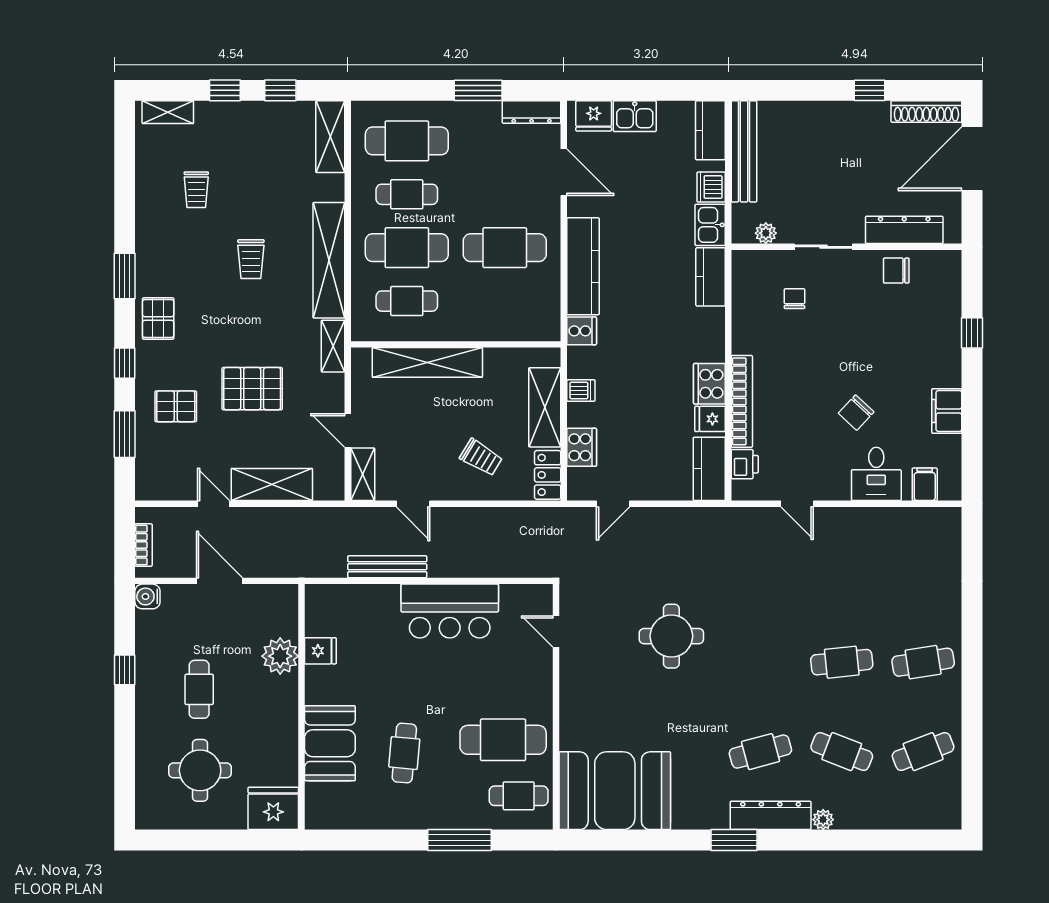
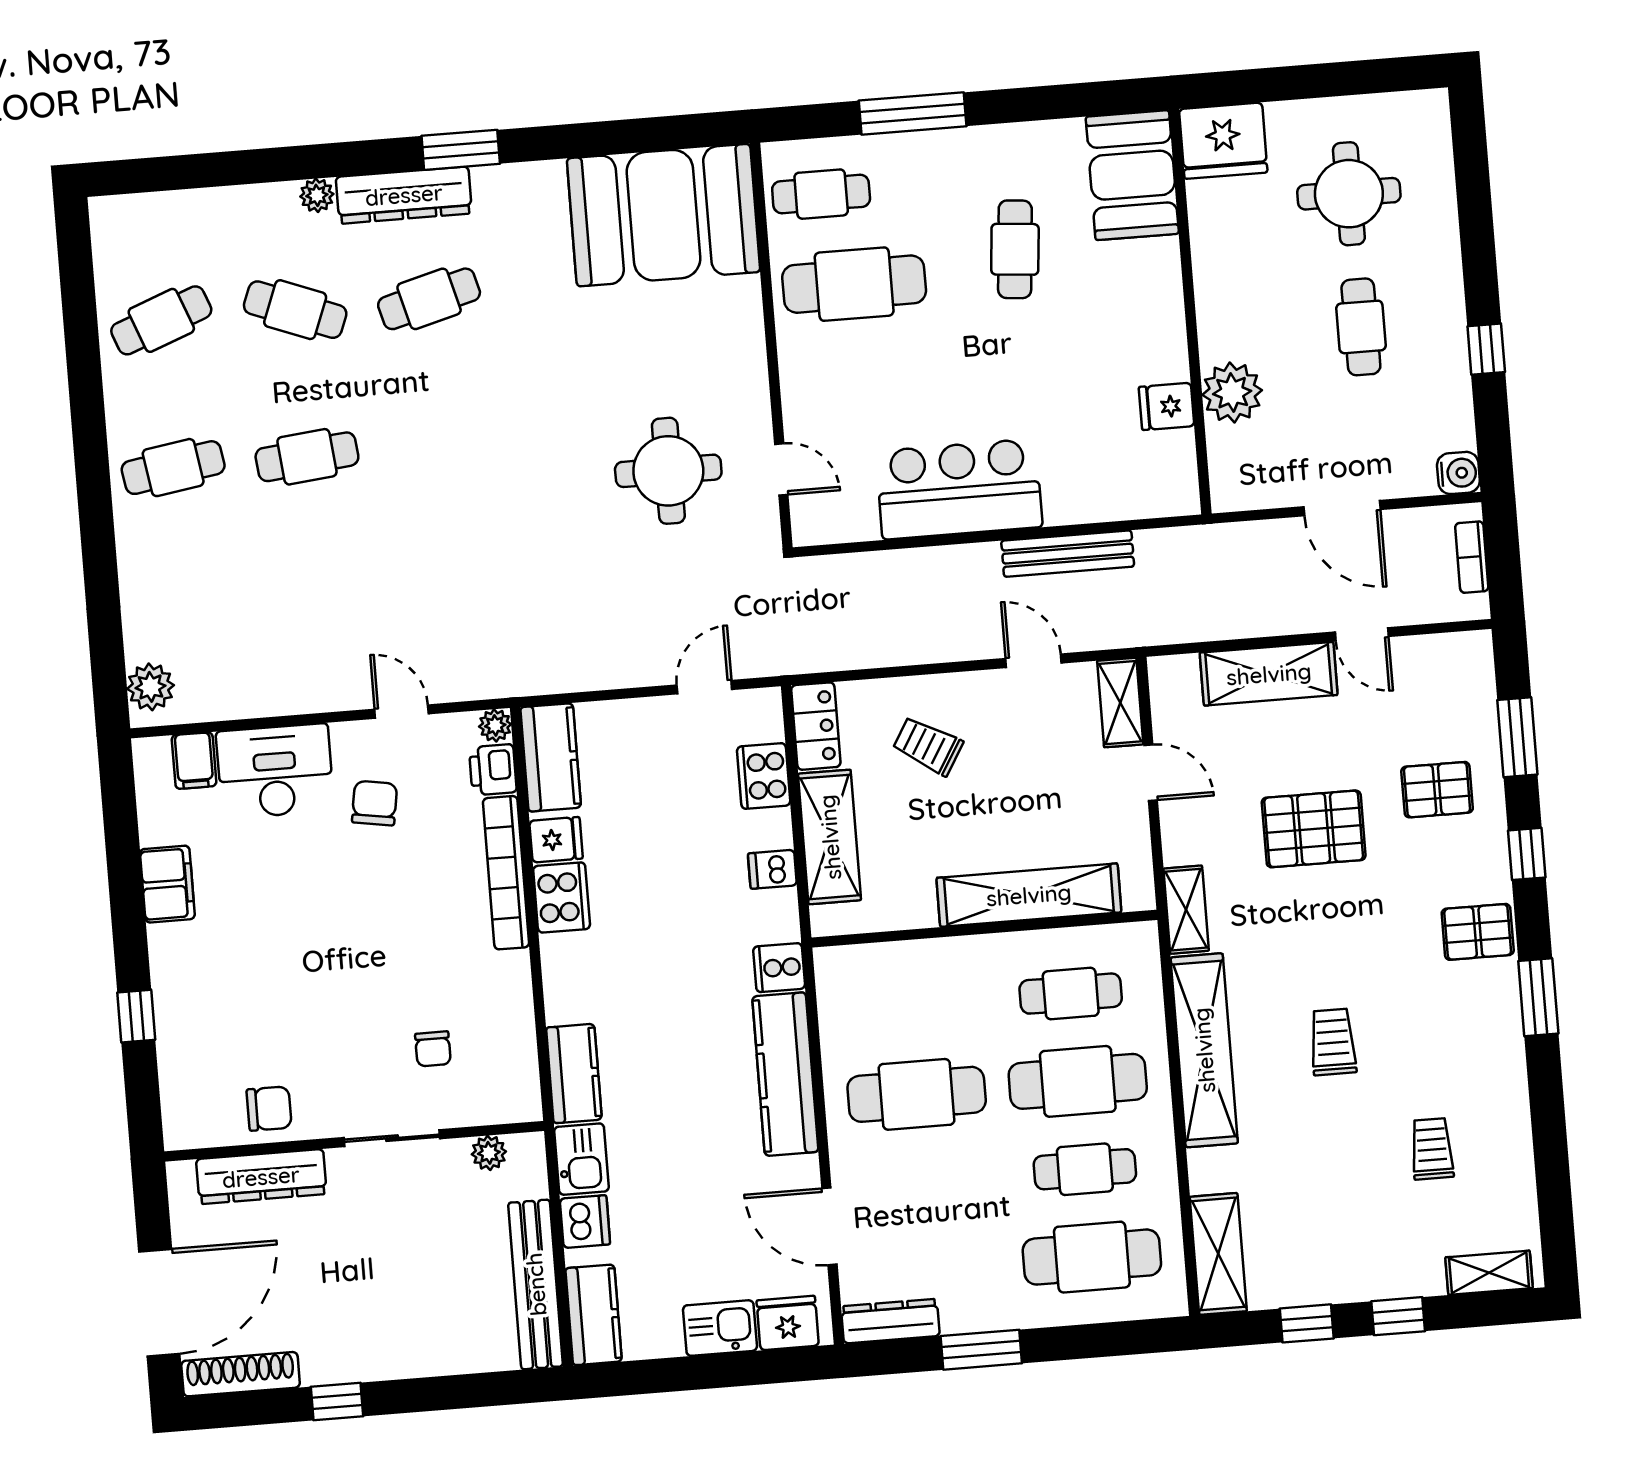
pallet: (158, 319) -> (1478, 932), turned 90
chair: (856, 413) -> (375, 803), moved, turned -34
desk: (876, 474) -> (275, 771), width x1.37
plant: (741, 491) -> (495, 725), added
plant: (947, 531) -> (151, 687), added
round table: (671, 636) -> (668, 471), moved
booth: (330, 743) -> (1132, 175), moved

